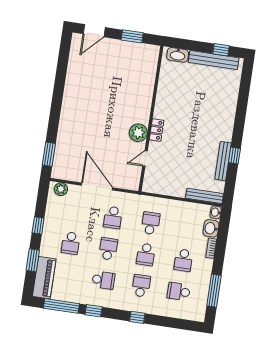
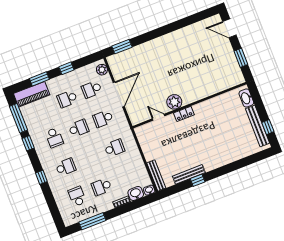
school desk: (146, 254) -> (92, 89), moved

